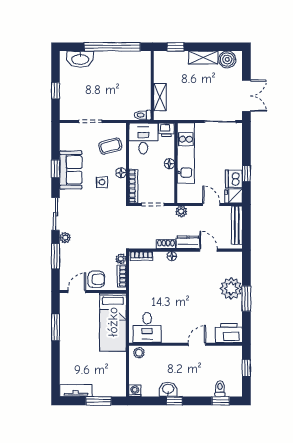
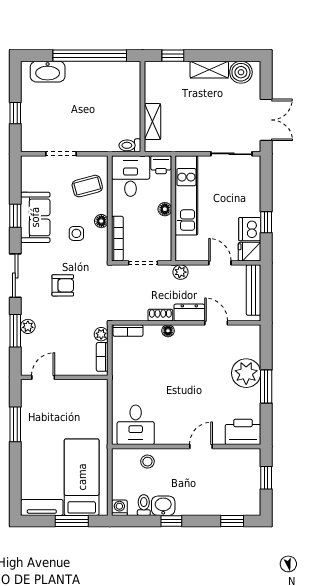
plant: (65, 238) -> (28, 326), moved
armchair: (96, 279) -> (63, 285), moved
bed: (113, 322) -> (82, 477), moved, turned 180
stool: (139, 353) -> (147, 462), moved
toilet: (220, 389) -> (144, 505), moved

